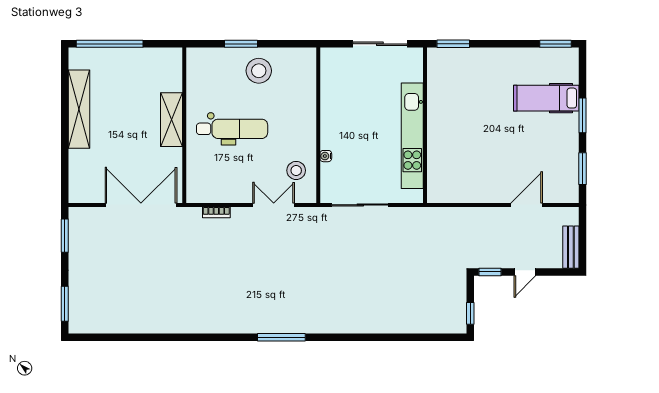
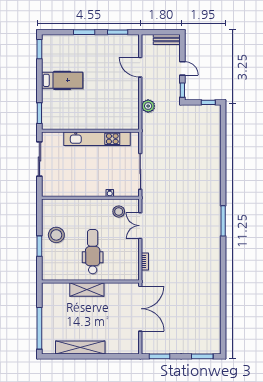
hospital bed: (546, 98) -> (62, 80), moved, turned -90
double door: (141, 205) -> (140, 309), swing flipped
plant: (465, 217) -> (148, 106), added

